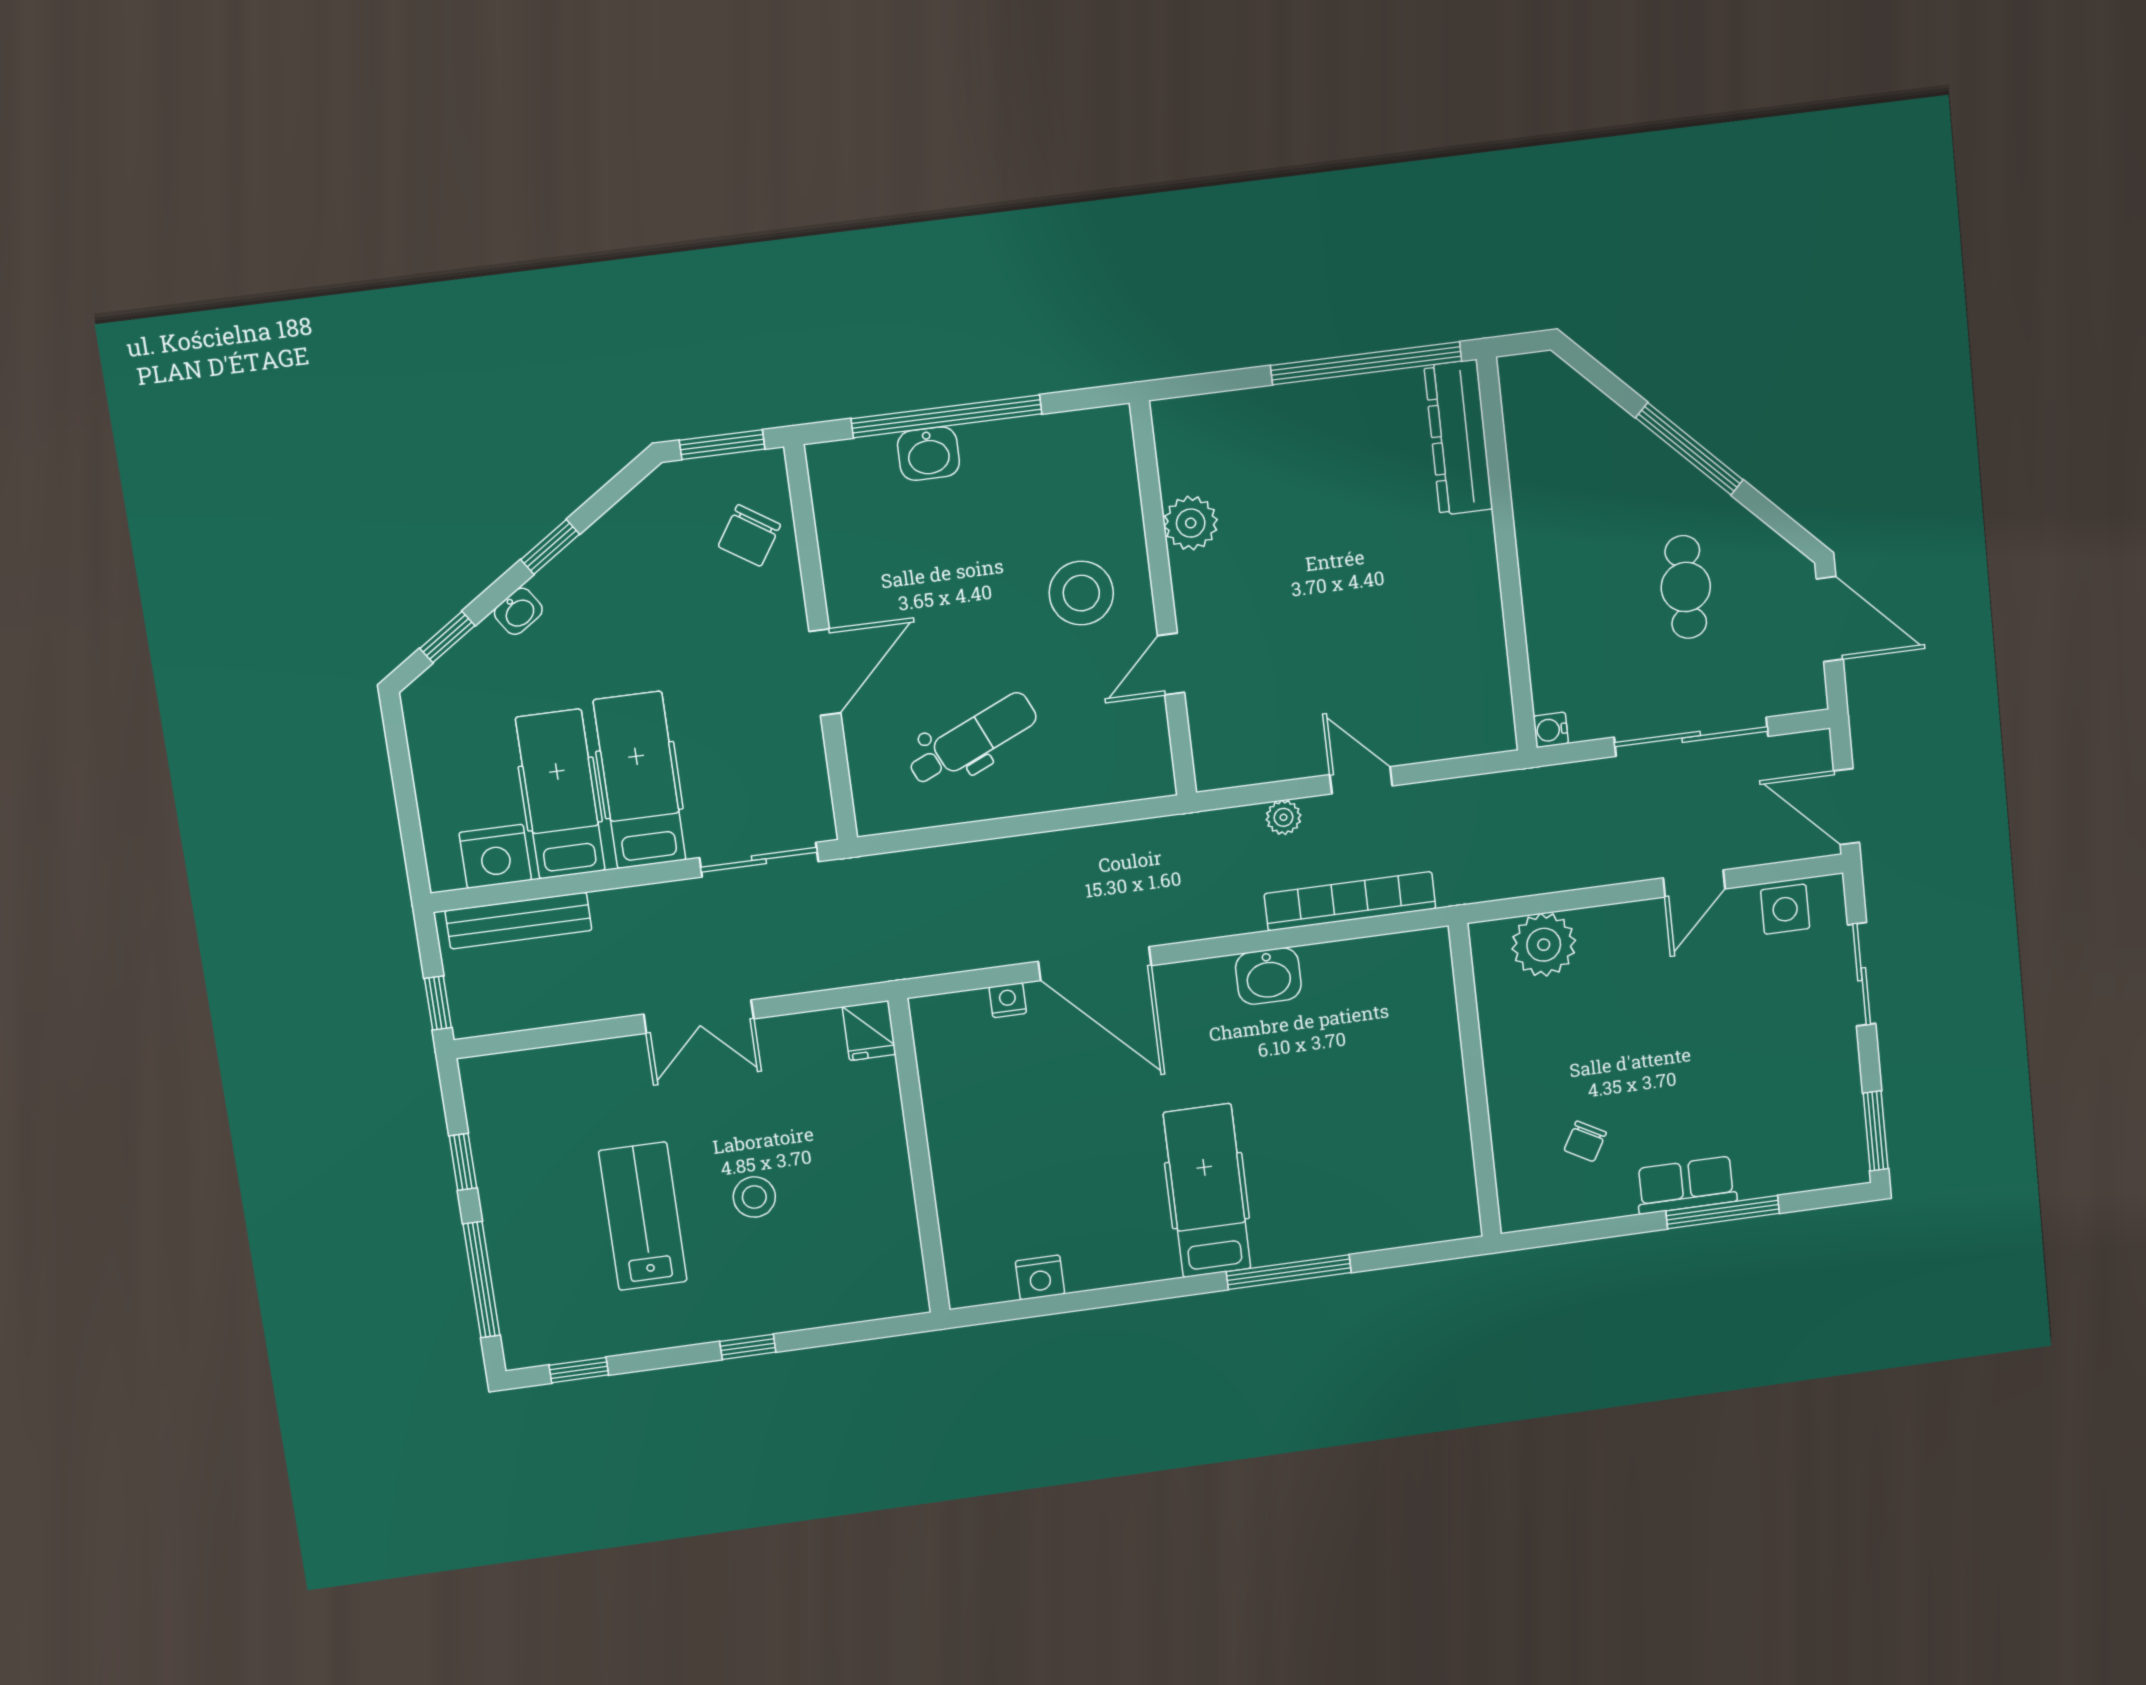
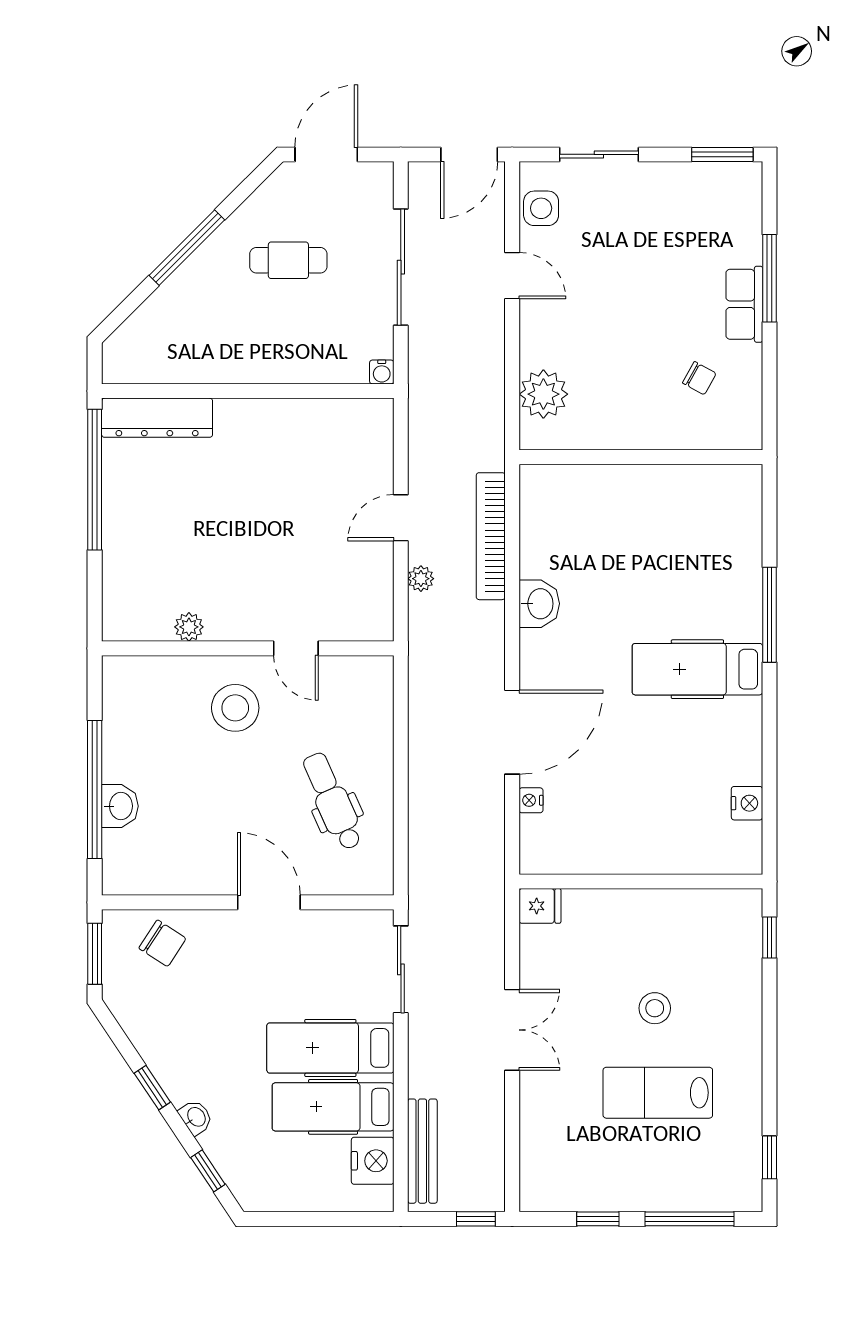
plant: (1191, 523) -> (189, 627), width x0.73, depth x0.73
window: (748, 1347) -> (769, 938), moved

